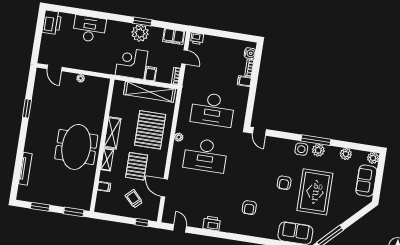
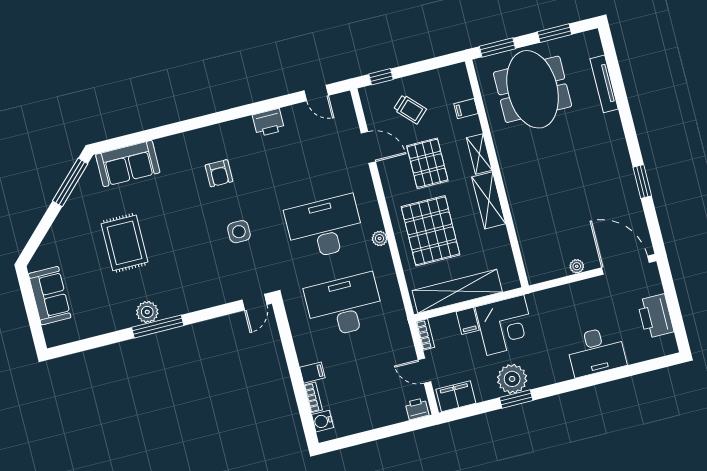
printer: (52, 22) -> (655, 316), moved
door: (55, 68) -> (625, 265), width x1.88
door: (259, 131) -> (254, 302), swing flipped
meeting table: (76, 147) -> (533, 89), moved
side table: (301, 149) -> (239, 232), moved
plant: (346, 154) -> (101, 324), removed
plant: (373, 158) -> (54, 336), removed
armchair: (284, 183) -> (180, 237), removed
rug: (315, 192) -> (125, 243), width x0.73, depth x0.69
armchair: (249, 208) -> (219, 173), turned 180

